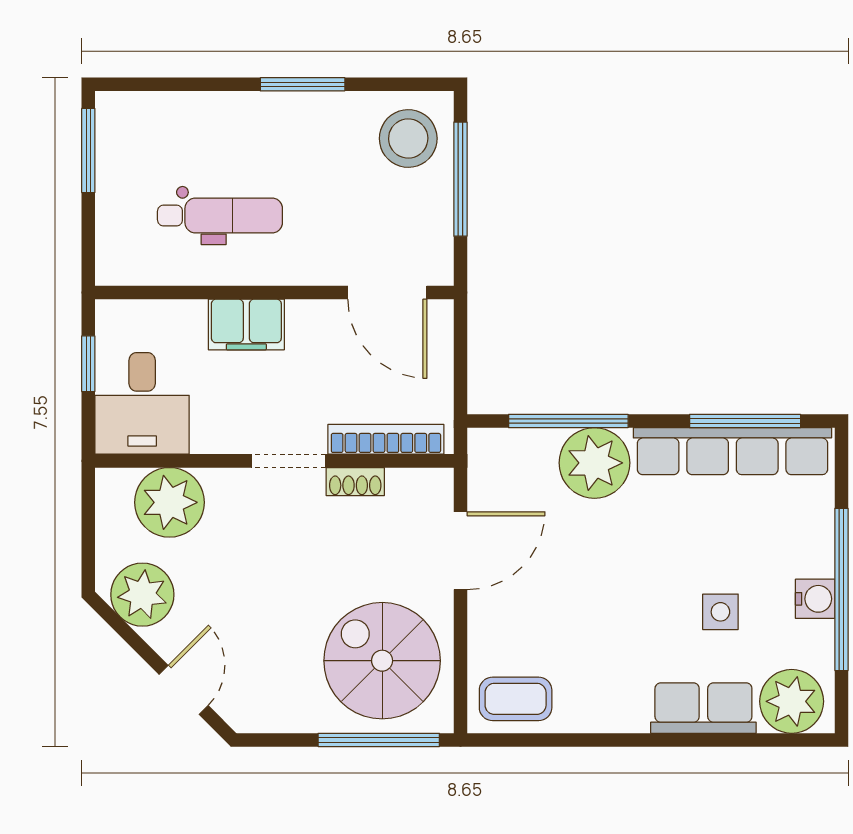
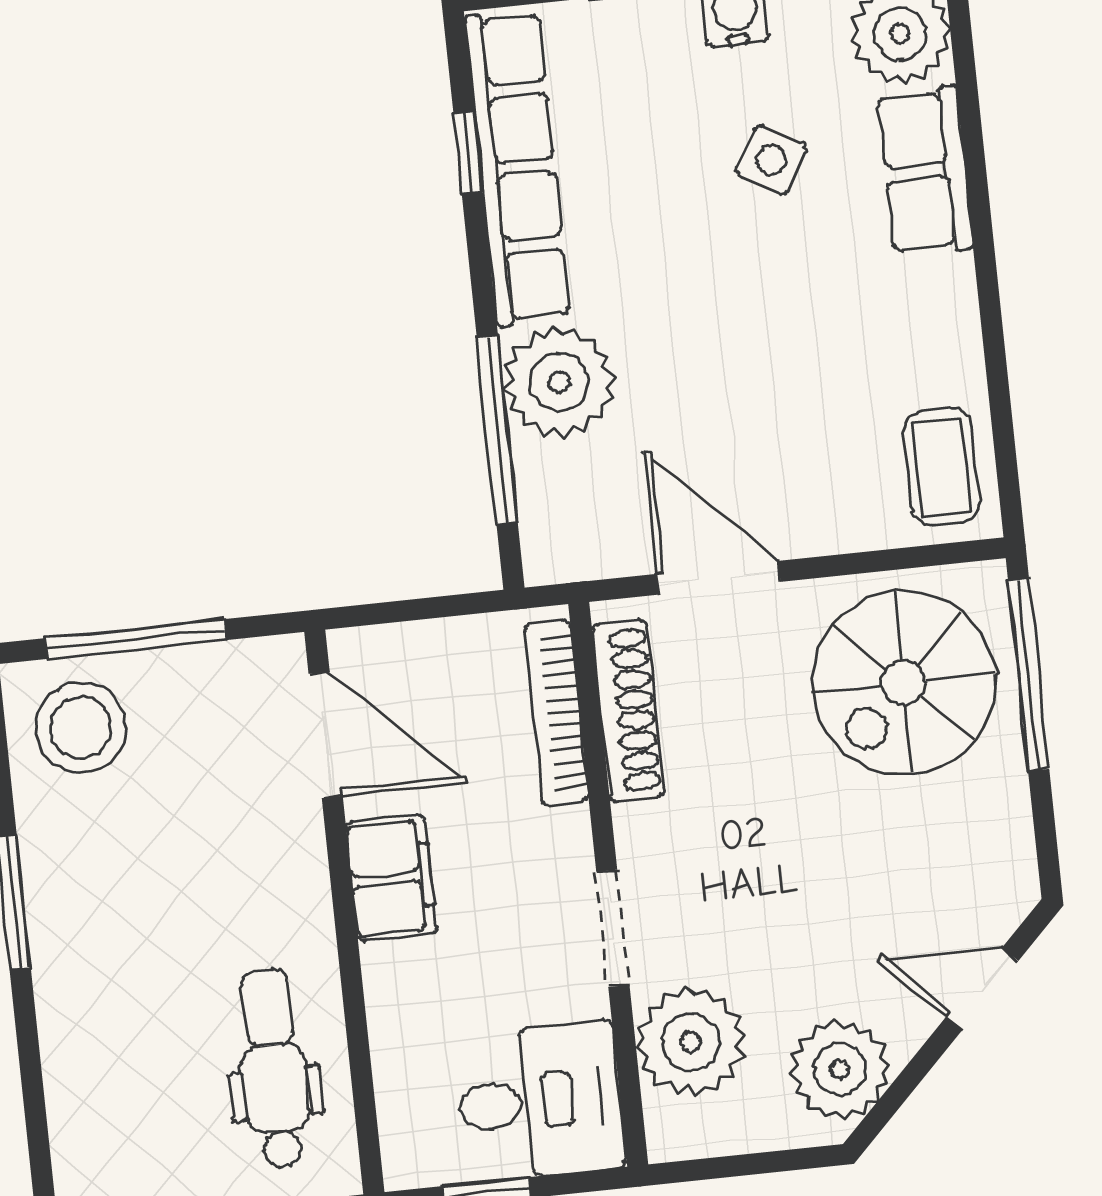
dental chair: (220, 216) -> (274, 1069), moved
door: (387, 293) -> (326, 735), hinge flipped
filing cabinet: (246, 325) -> (391, 878), moved
window: (745, 421) -> (468, 153), width x0.46
doorway: (289, 461) -> (613, 928), moved
shoe rack: (355, 482) -> (628, 711), width x1.94, depth x1.24
side table: (720, 612) -> (771, 160), turned 30

